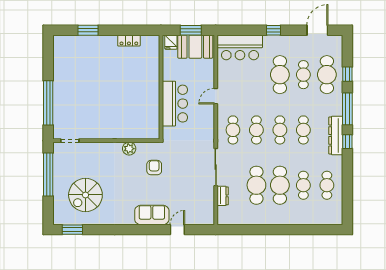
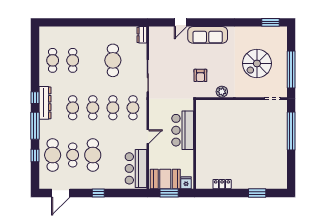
bar counter: (240, 47) -> (136, 168), moved, turned -90
cafe table: (280, 185) -> (93, 60), removed
spiral stairs: (85, 195) -> (257, 63), moved, turned 180
dresser: (223, 196) -> (142, 35), moved
sofa: (152, 215) -> (208, 35), width x1.36

